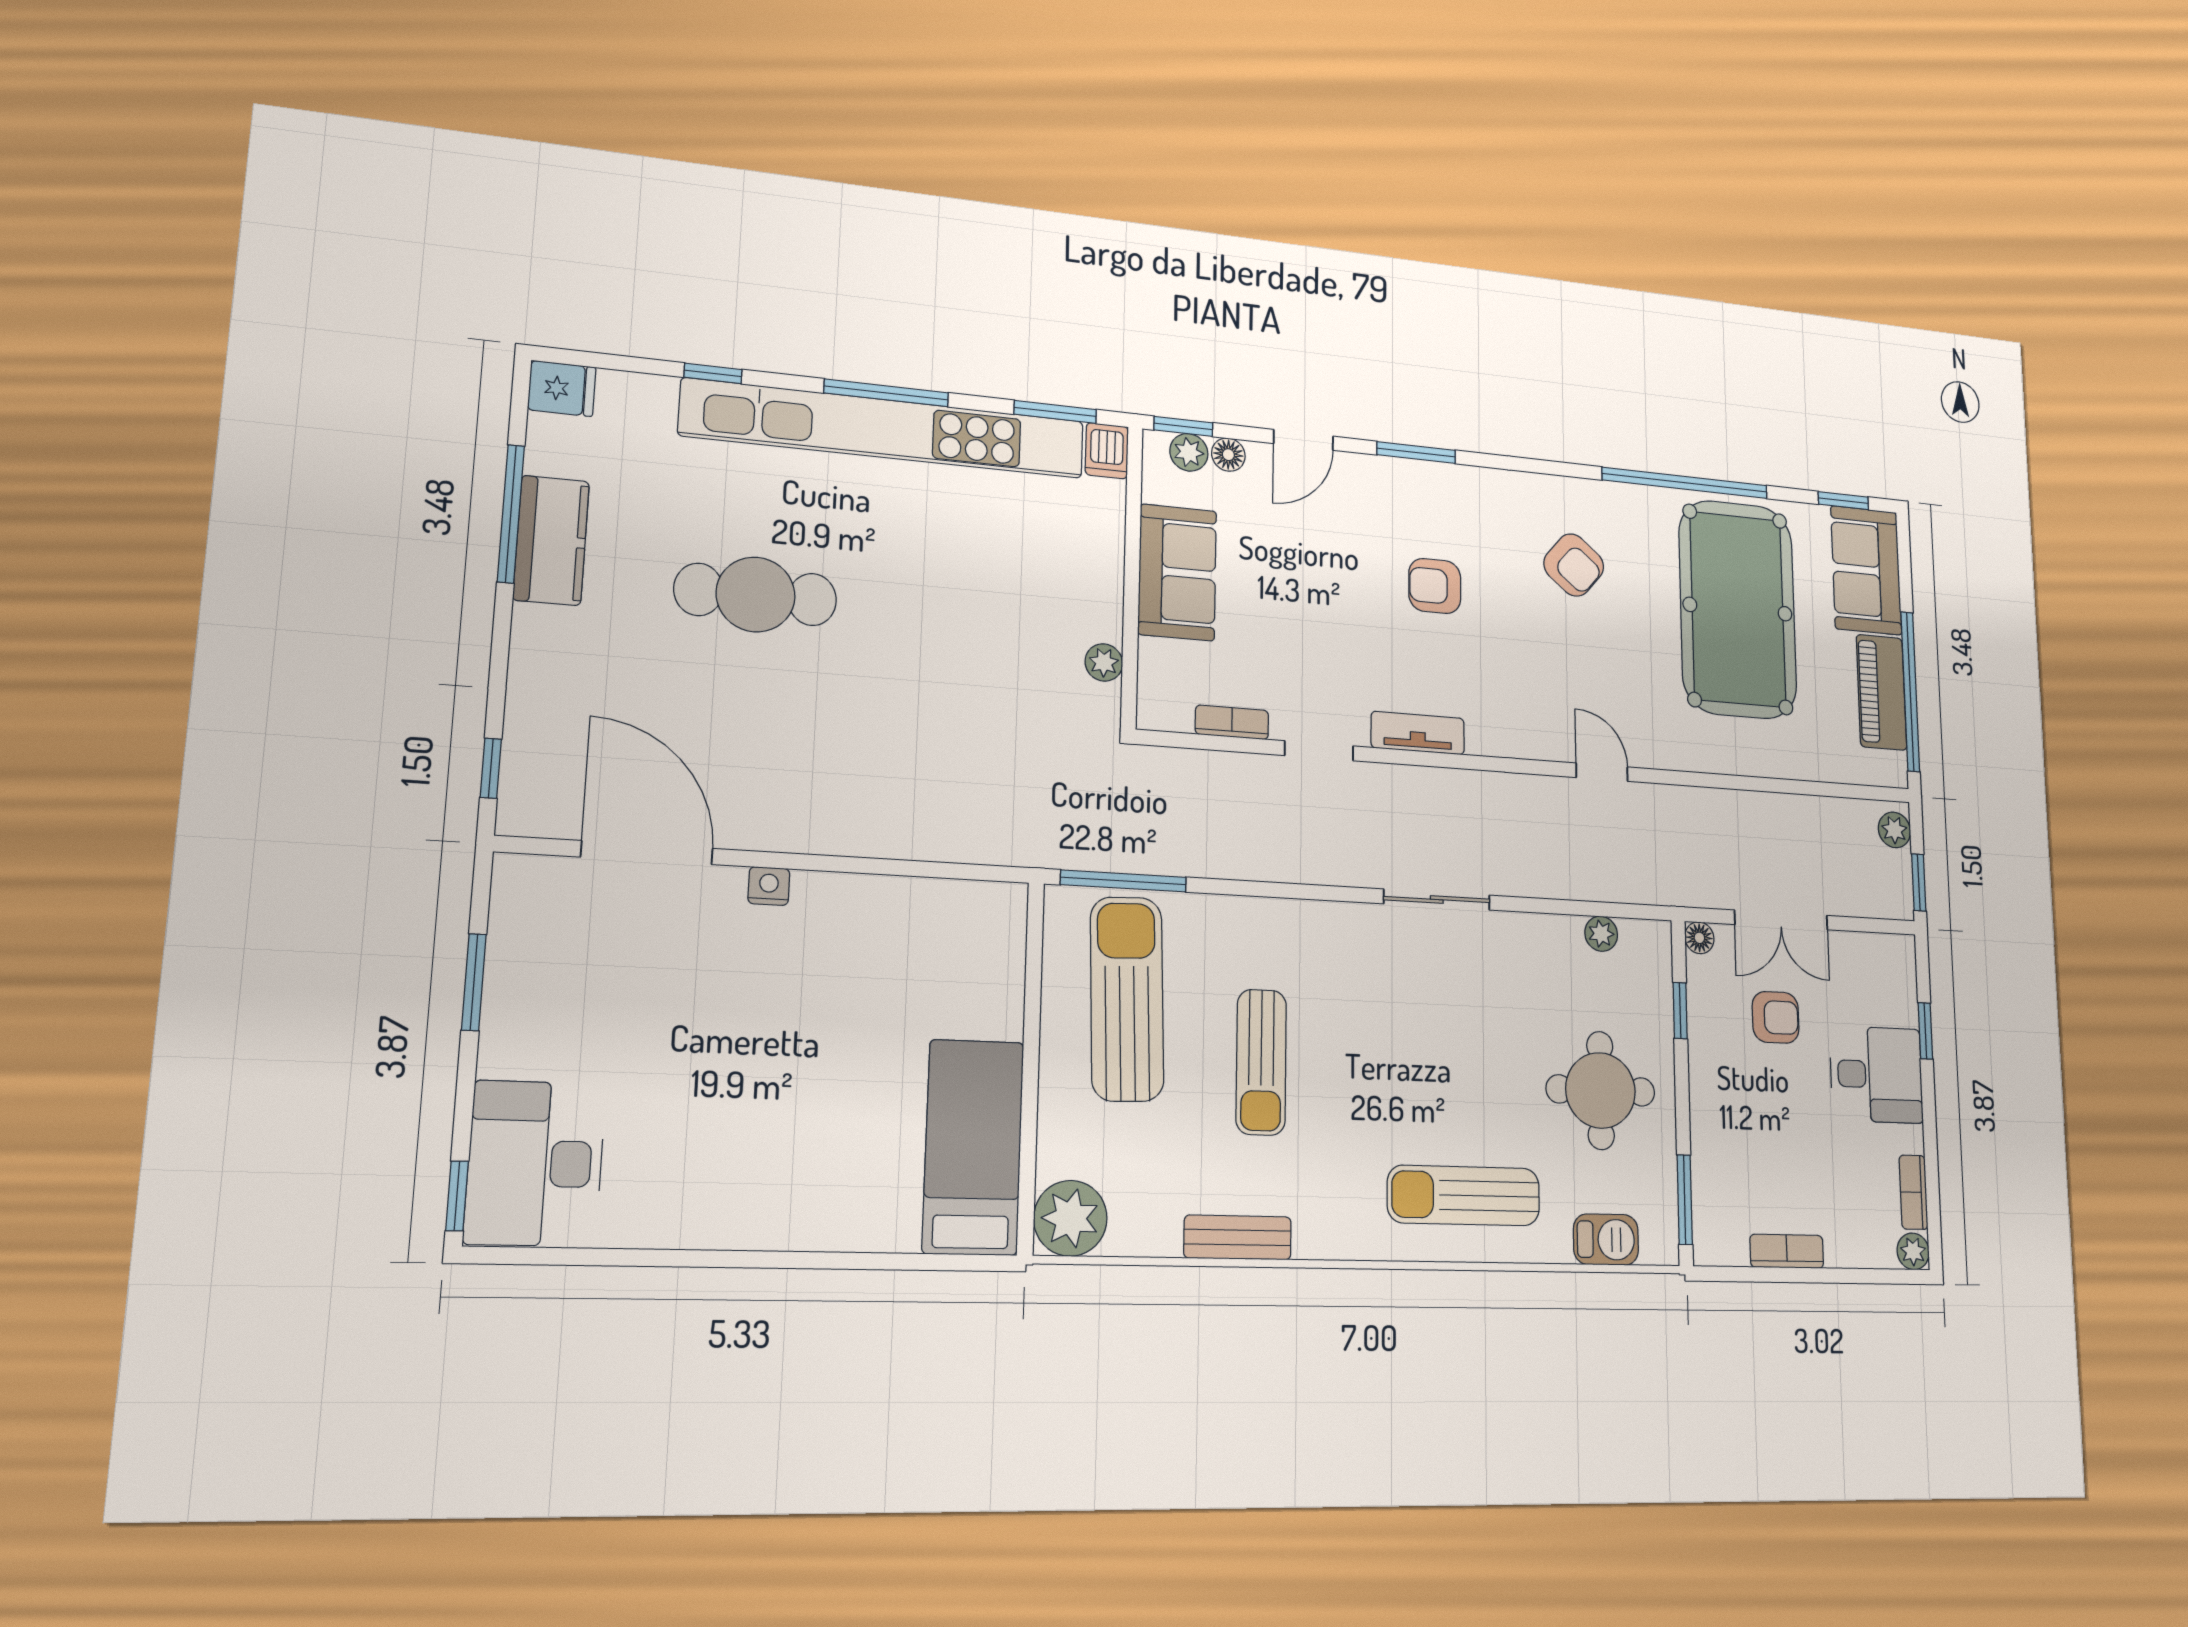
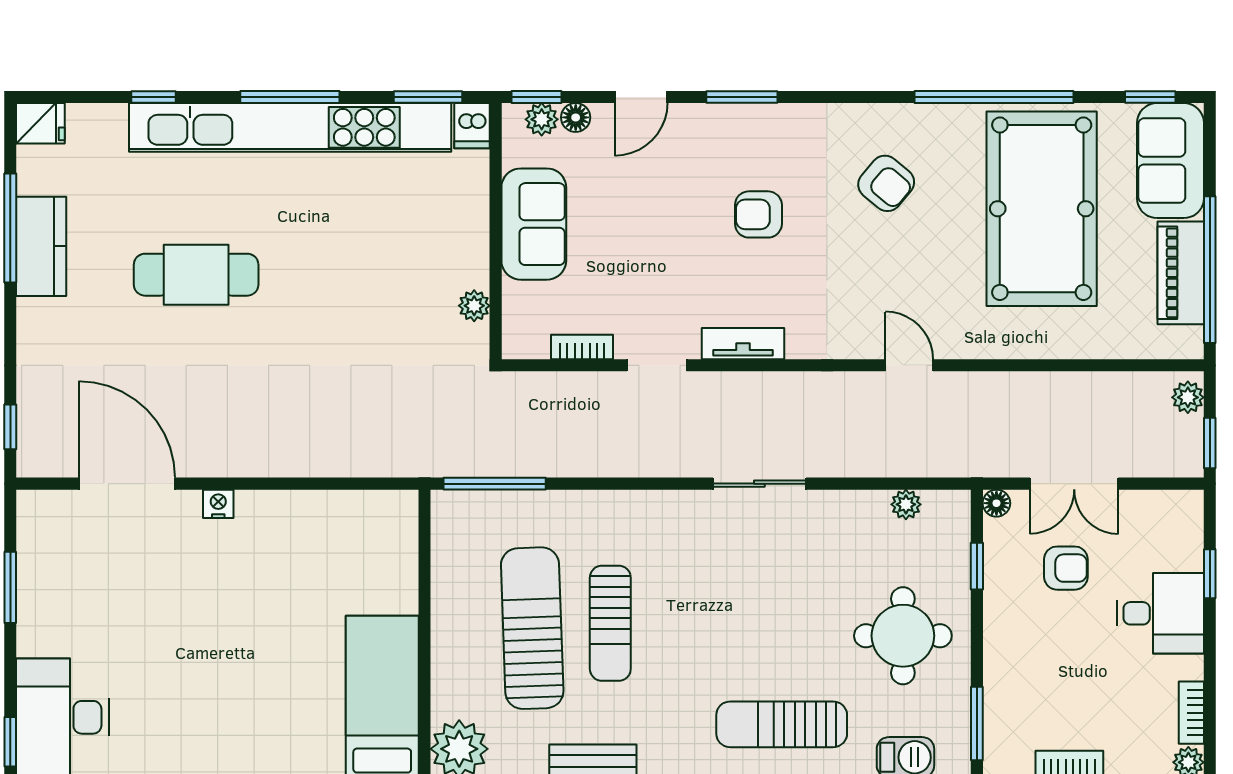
sun lounger: (1127, 999) -> (532, 628), moved

